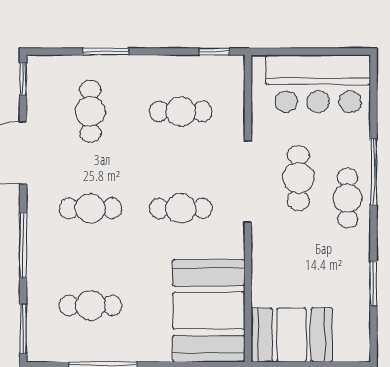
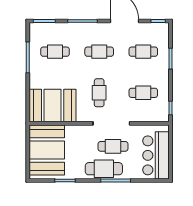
cafe table: (181, 111) -> (143, 93), turned 90
cafe table: (347, 198) -> (104, 169), width x1.37, depth x1.35
cafe table: (90, 208) -> (99, 52), turned 90
cafe table: (90, 305) -> (55, 52), turned 90
booth: (292, 335) -> (47, 150), width x1.36, depth x1.42

